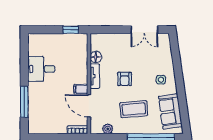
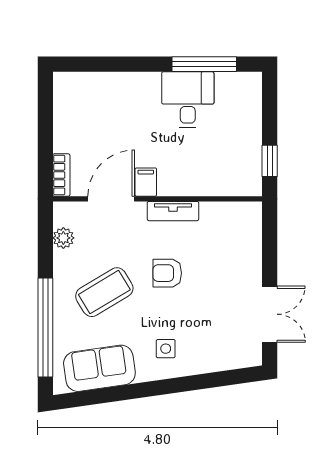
double door: (144, 30) -> (270, 314), swing flipped
floor lamp: (96, 57) -> (213, 213), removed
window: (24, 102) -> (204, 64), moved
coffee table: (134, 109) -> (104, 292), turned 64

